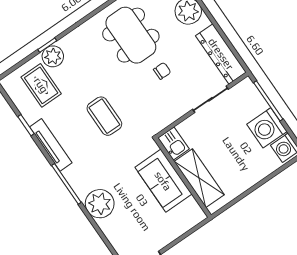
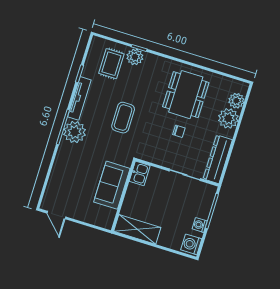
washing machine: (267, 128) -> (200, 225), width x0.53, depth x0.53
shelving: (199, 178) -> (137, 229), moved, turned 90
plant: (100, 204) -> (75, 132), moved

